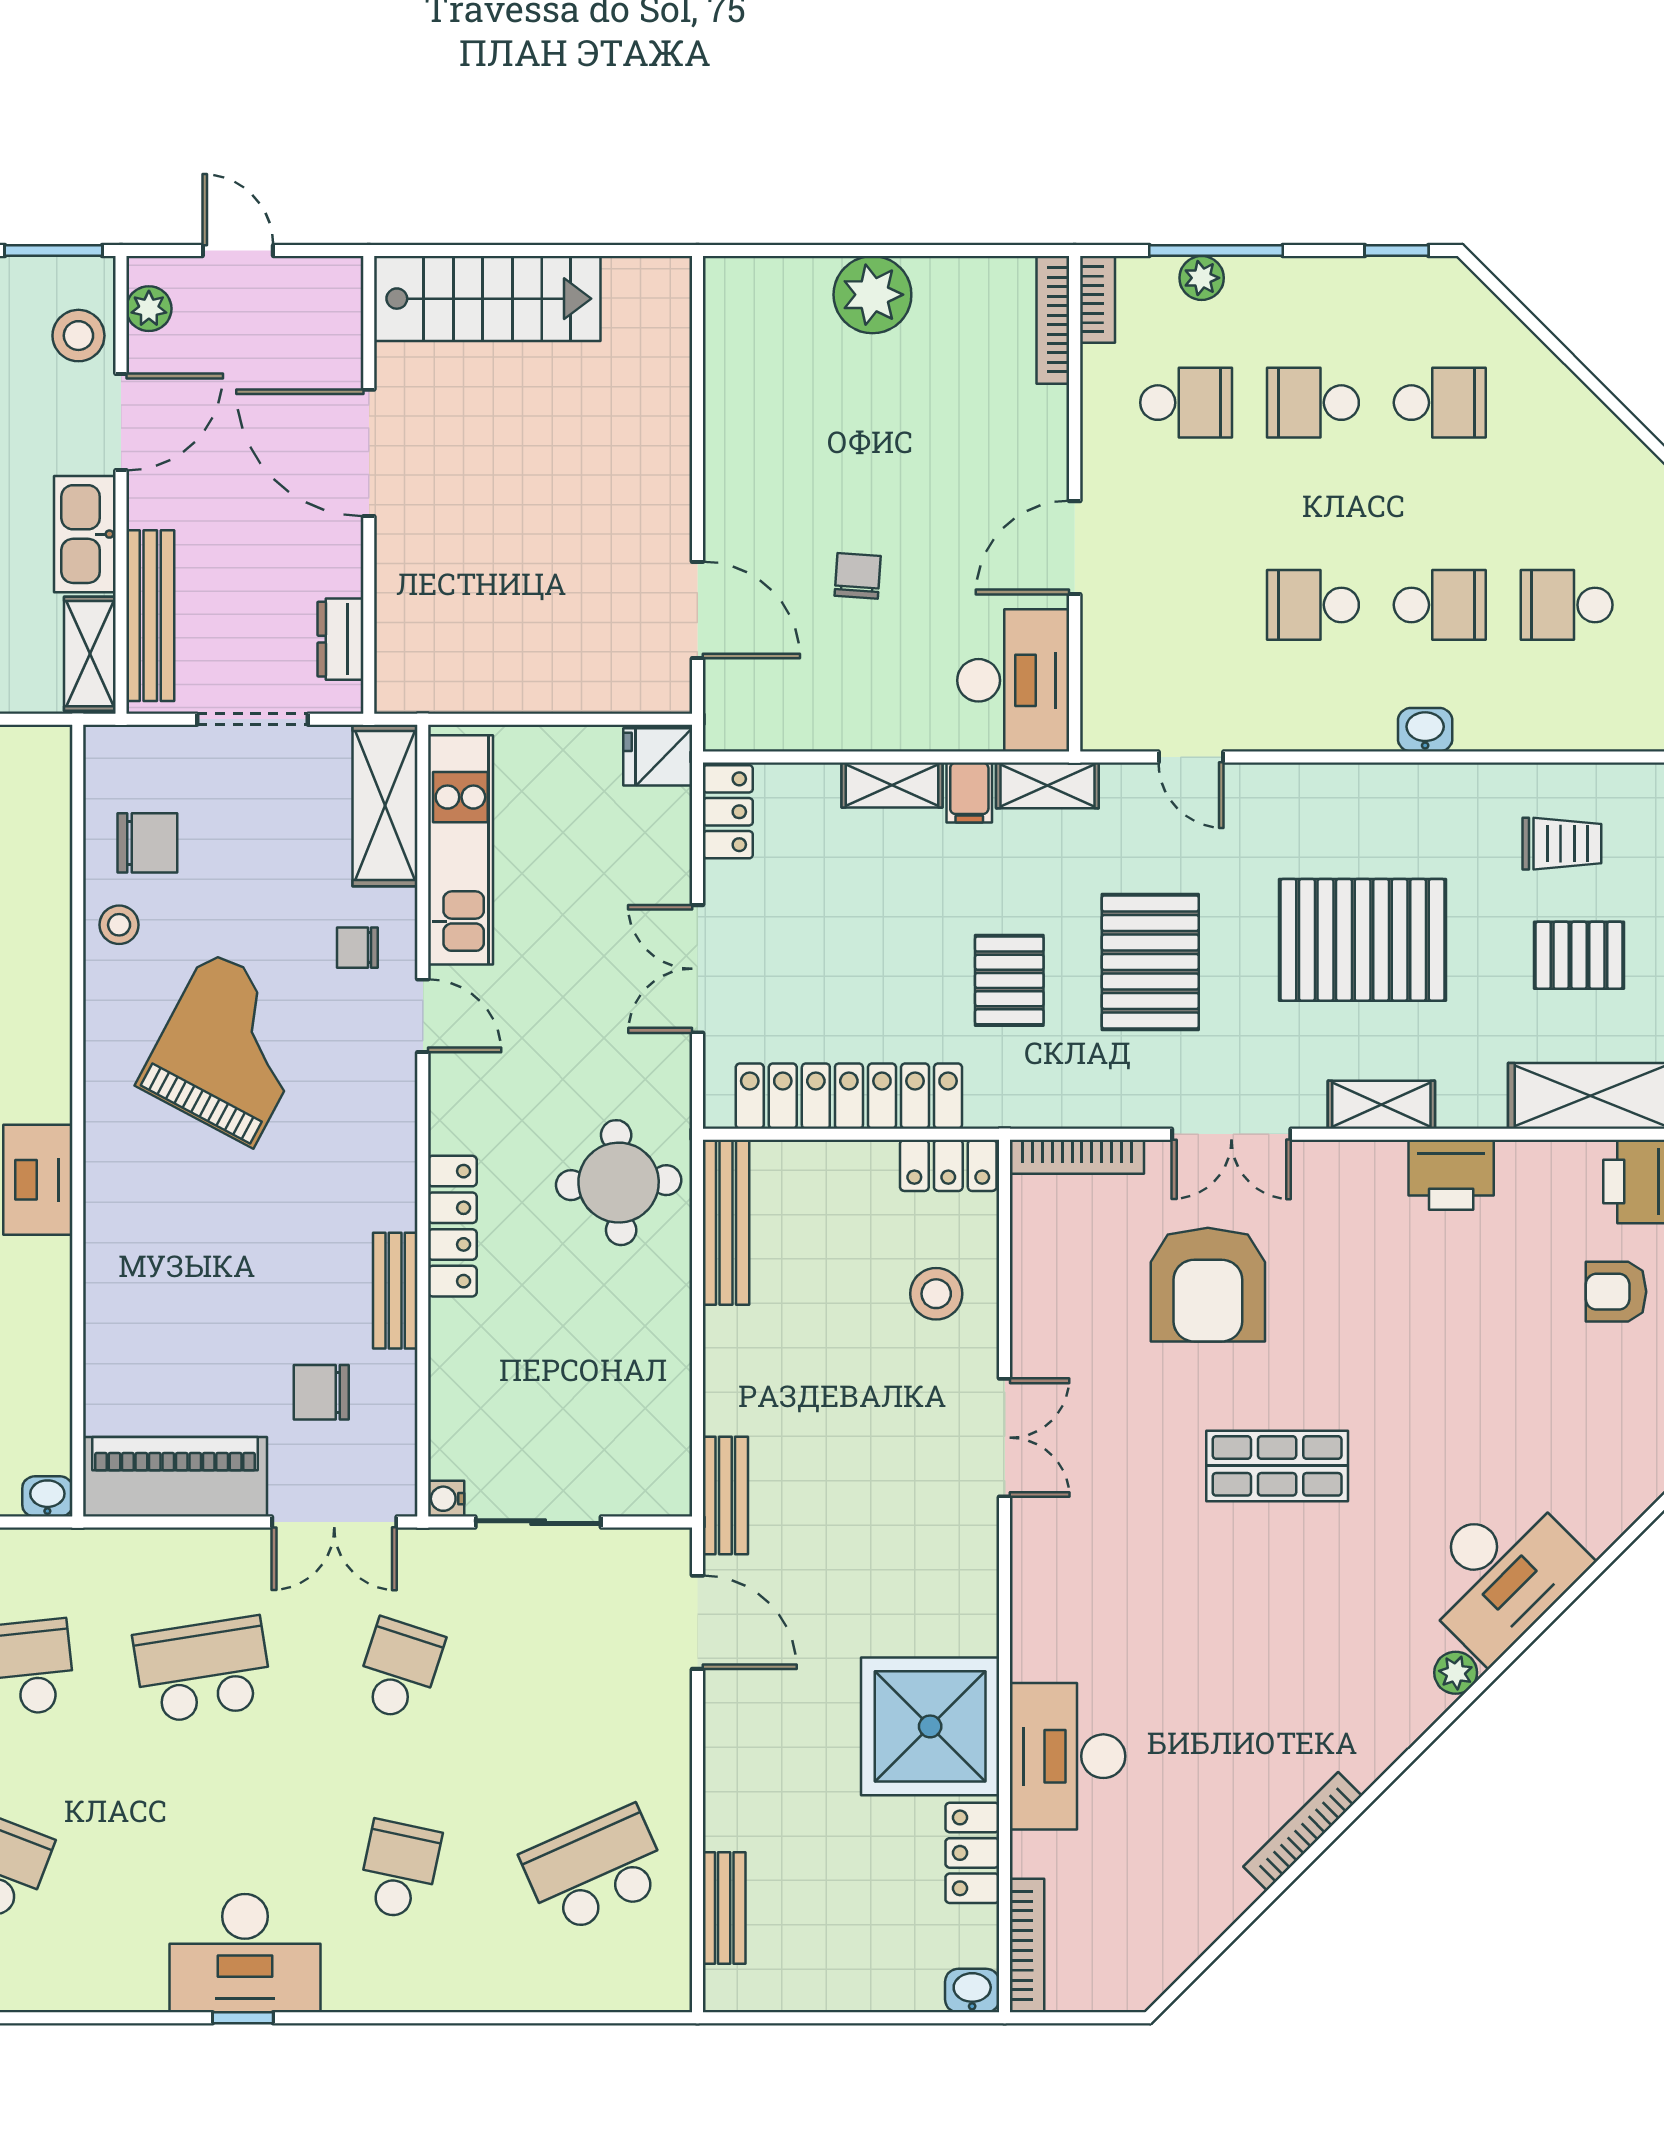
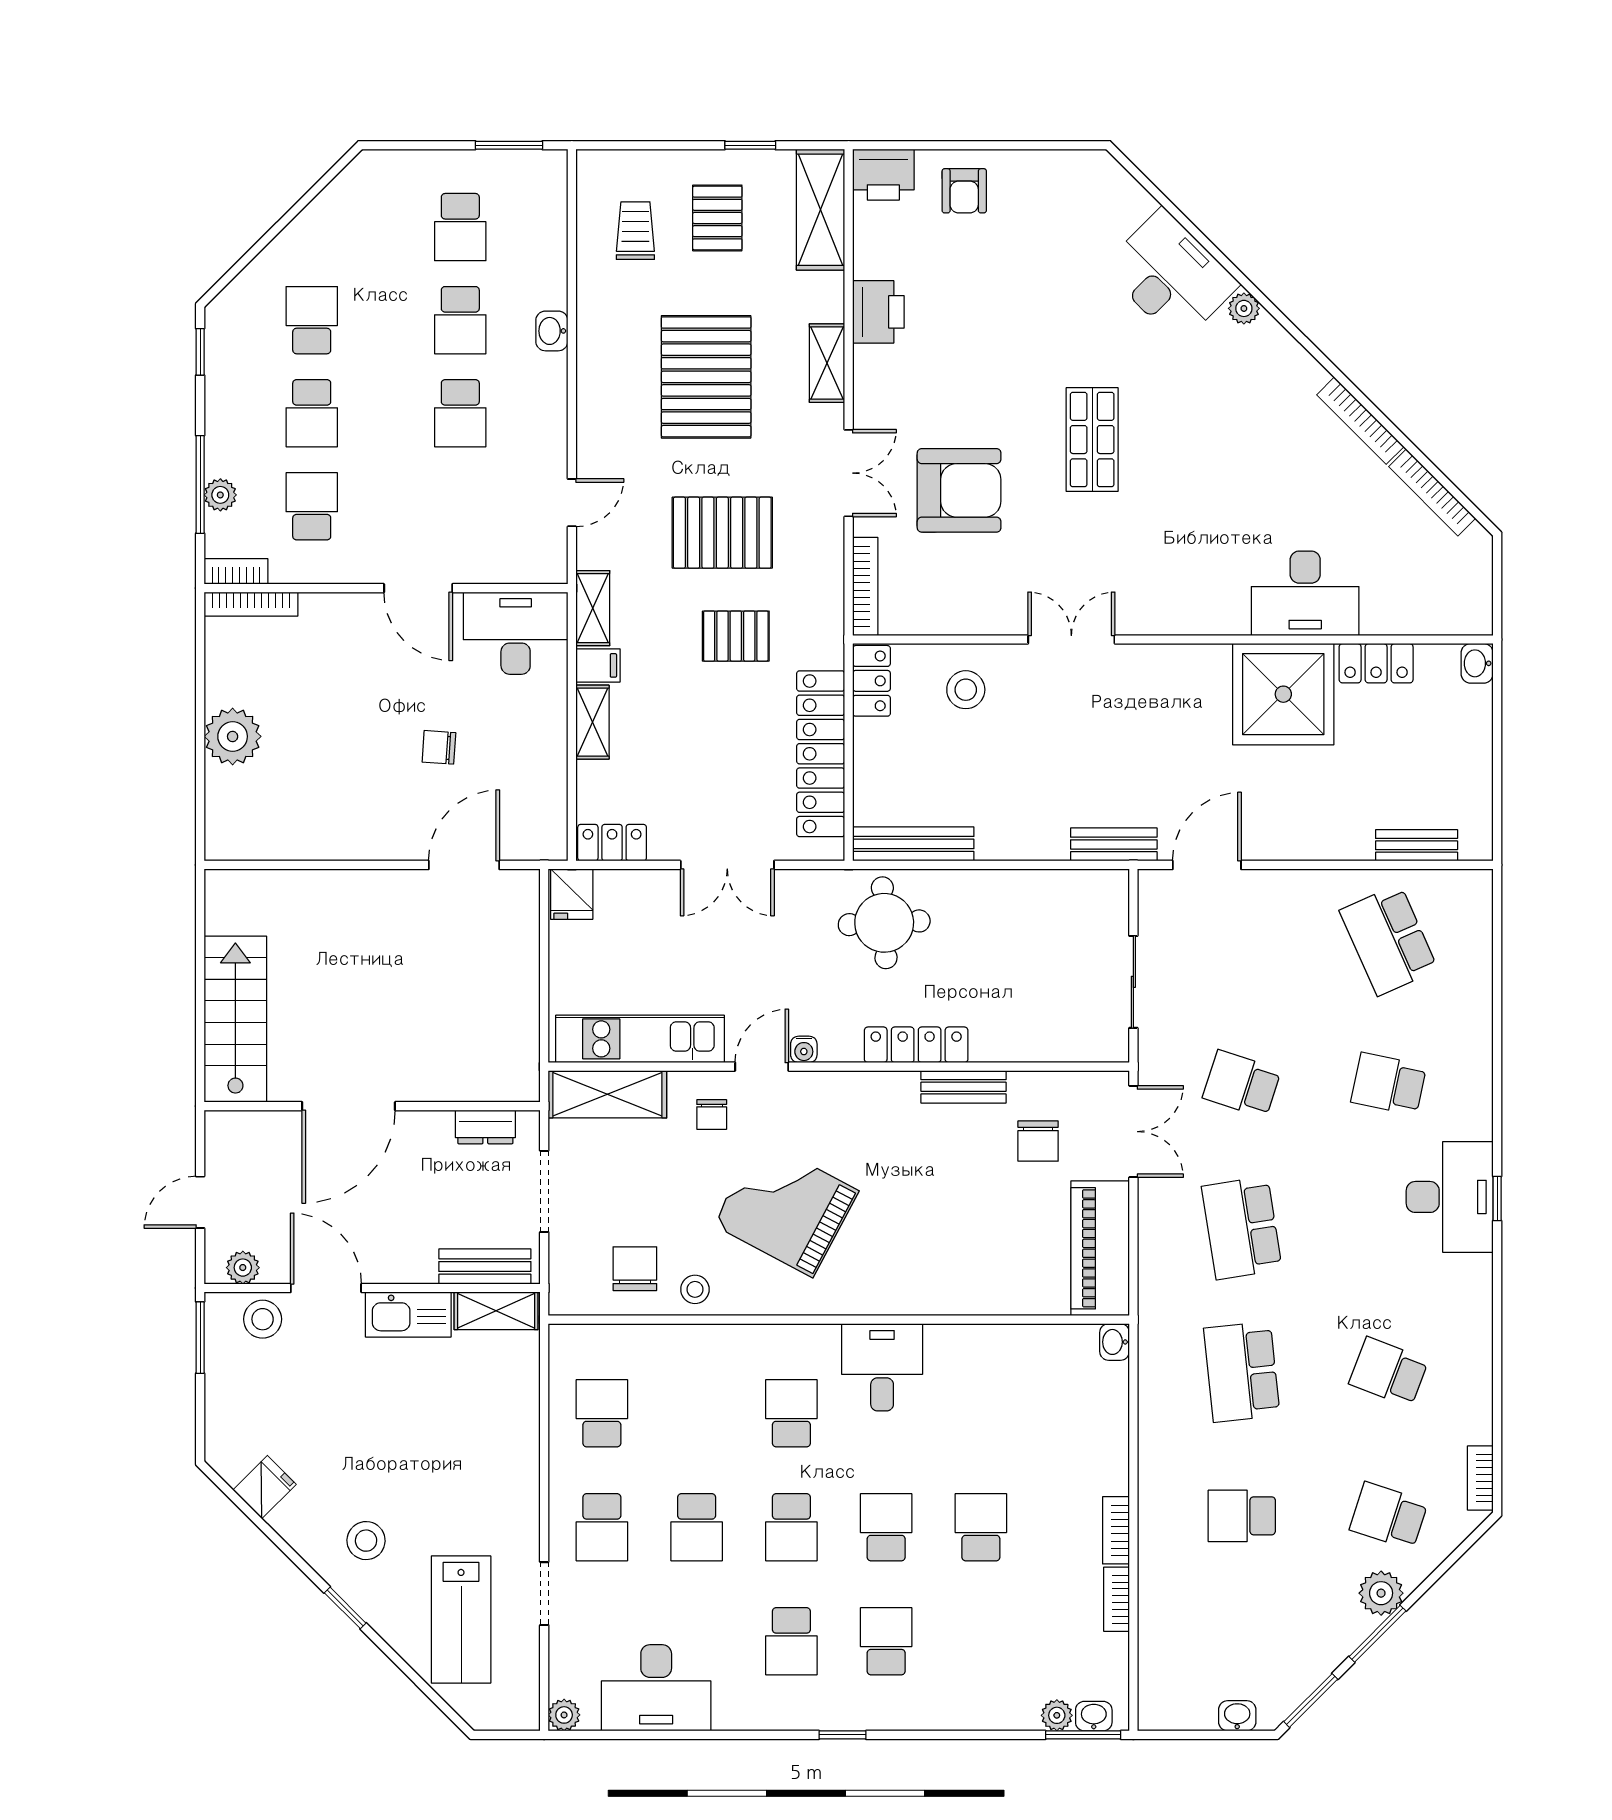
school desk: (1440, 605) -> (460, 320), turned 180
bench: (150, 616) -> (485, 1266), width x0.73
water cooler: (446, 1499) -> (804, 1049), moved
bookcase: (1027, 1946) -> (1432, 492), moved, turned -135

